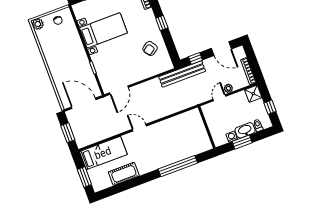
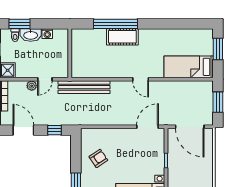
bench: (182, 74) -> (84, 87), moved
window: (242, 142) -> (19, 24), moved
cot: (124, 174) -> (122, 37), moved

